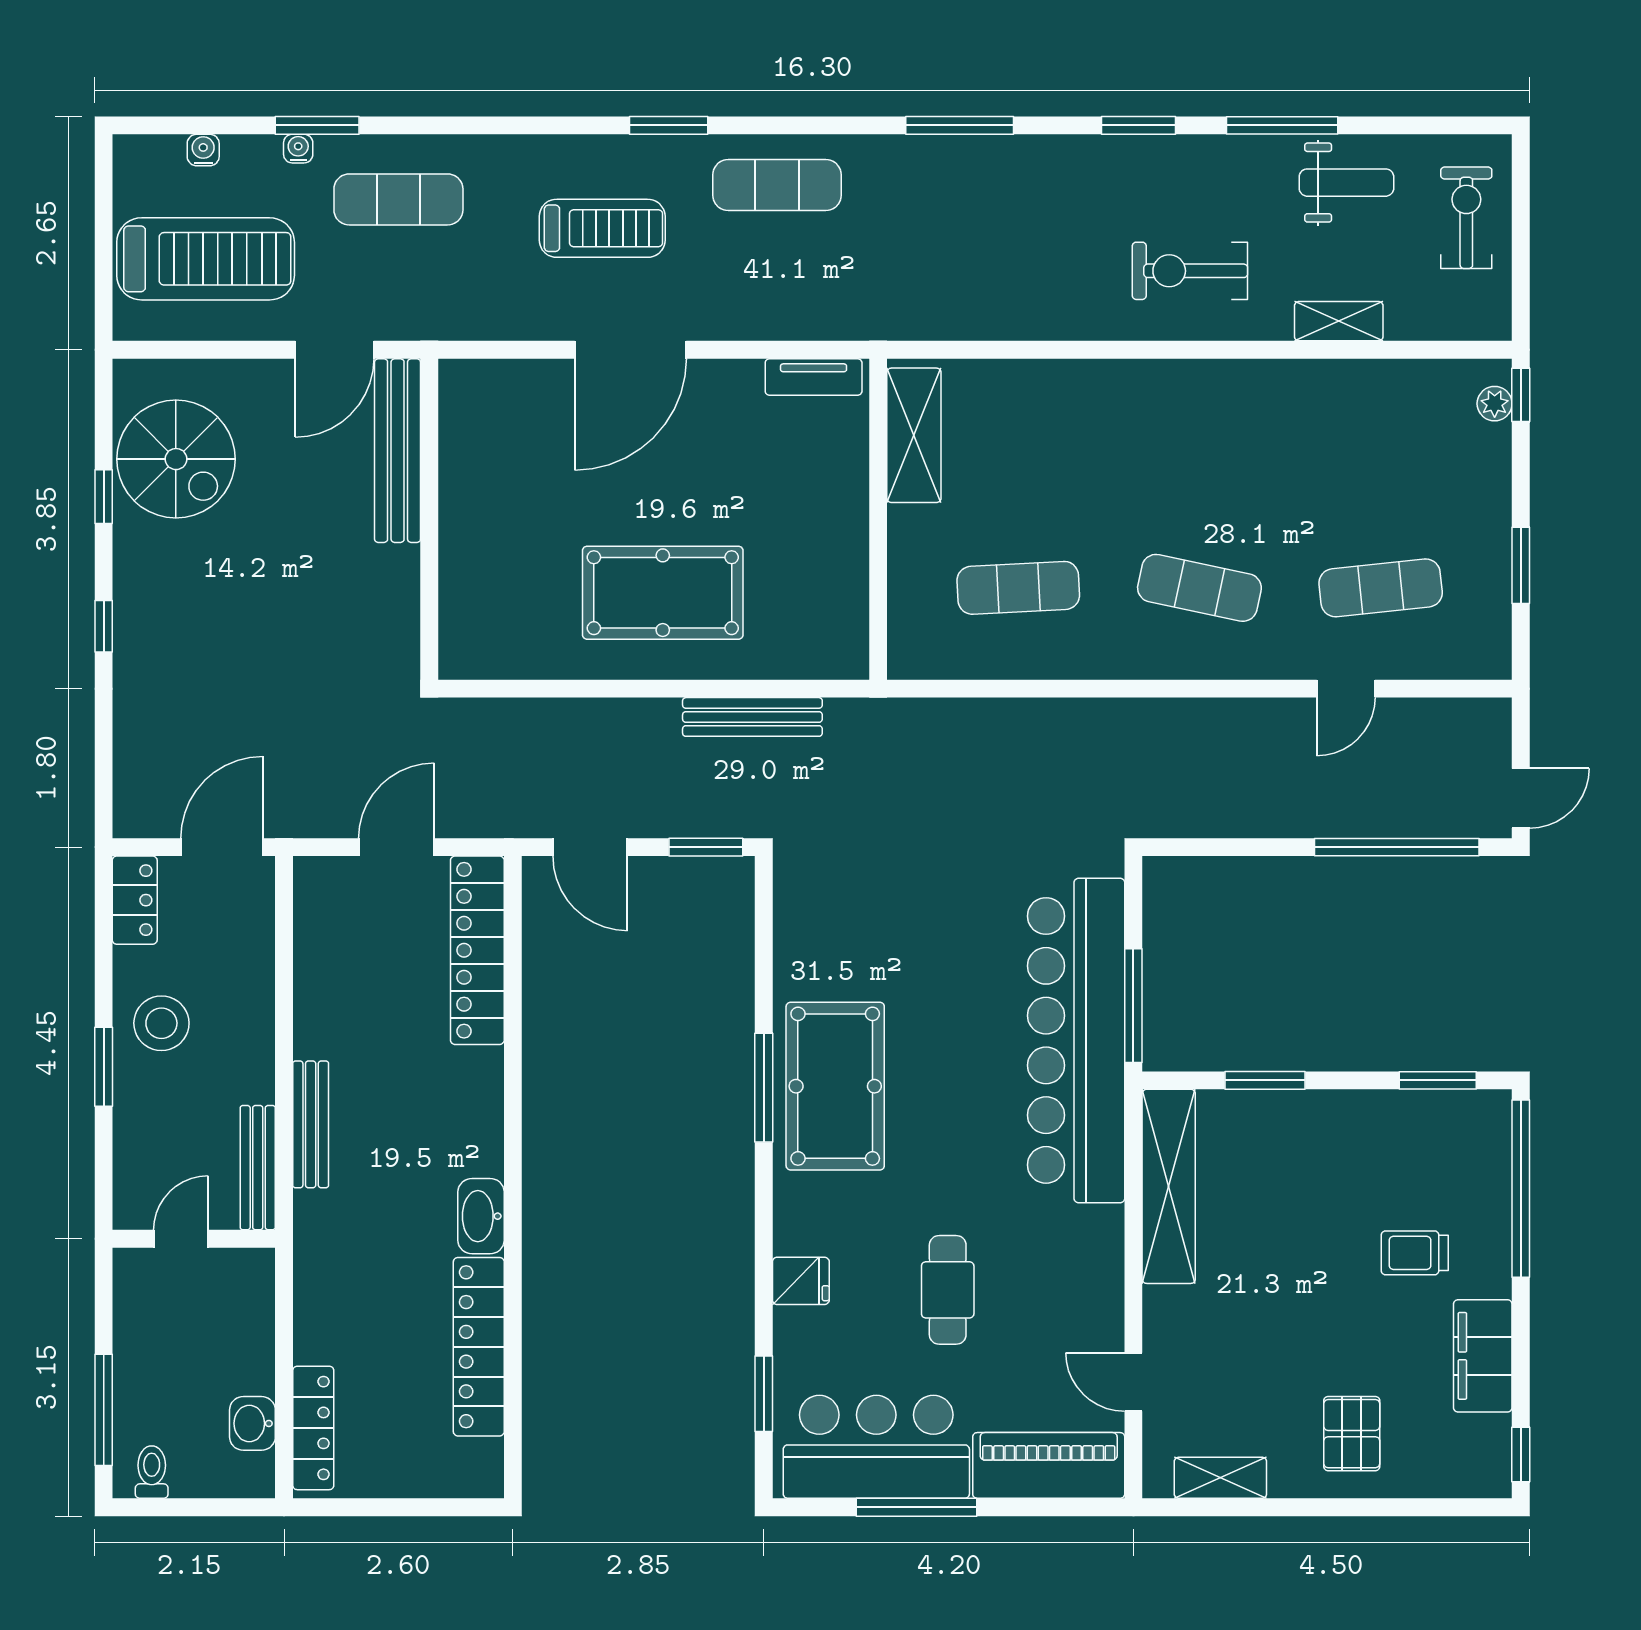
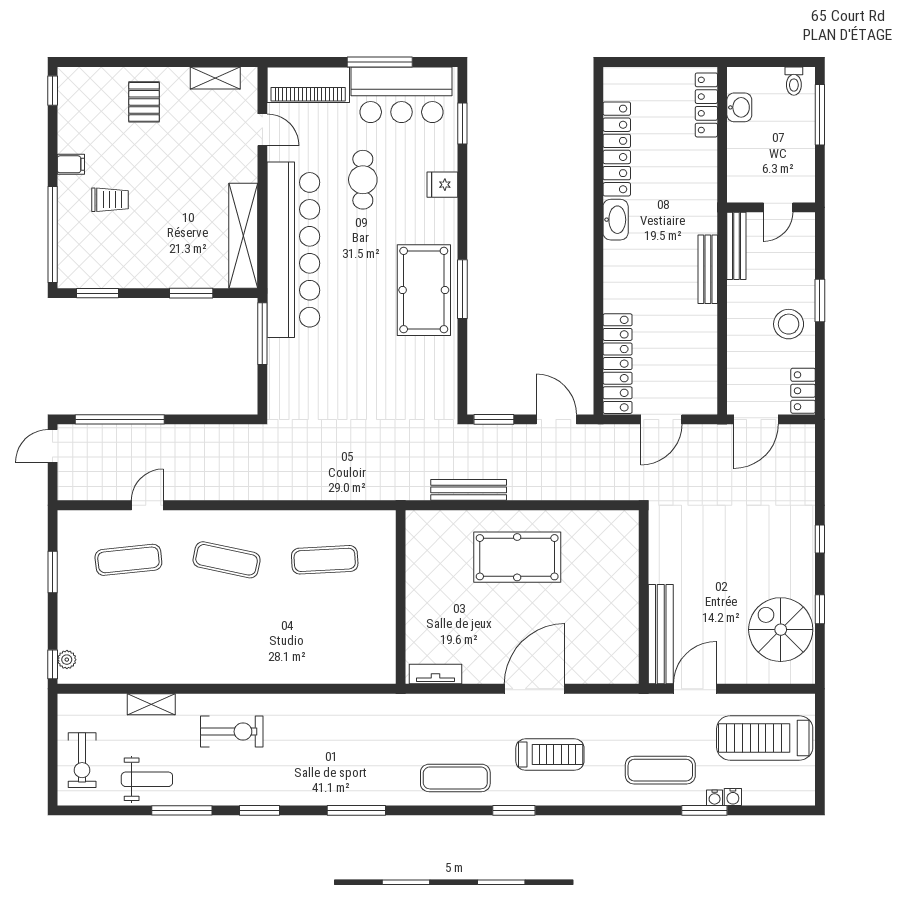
water cooler: (203, 150) -> (733, 797), moved
weight bench: (1346, 183) -> (147, 779), turned 180
treadmill: (602, 228) -> (550, 755), turned 180
shelving: (914, 435) -> (381, 642), removed
bar counter: (1076, 1040) -> (293, 250), moved
filing cabinet: (1483, 1356) -> (71, 164), width x0.33, depth x0.86

